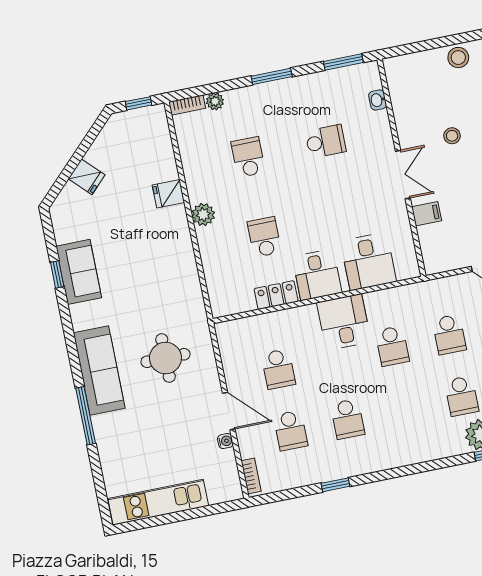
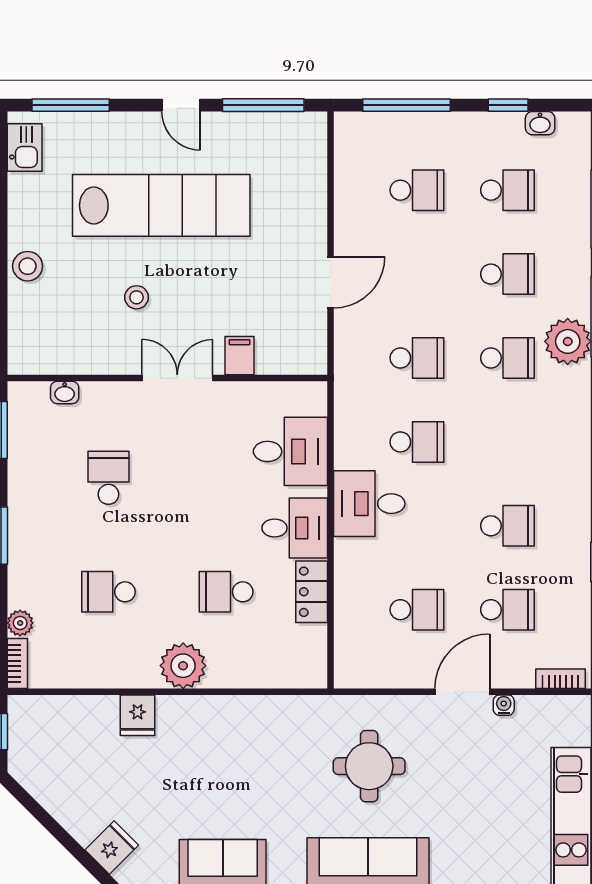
fridge: (87, 177) -> (112, 847), moved
plant: (203, 215) -> (183, 666), width x1.36, depth x1.36

